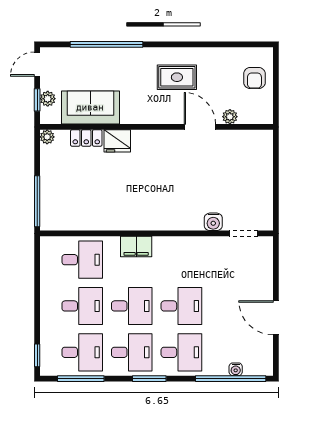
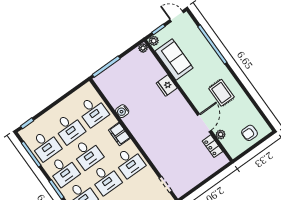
plant: (48, 99) -> (154, 41), moved
locker: (86, 138) -> (212, 146), moved
water cooler: (213, 222) -> (122, 111), moved
desk: (181, 260) -> (129, 162), added

